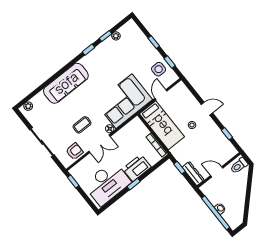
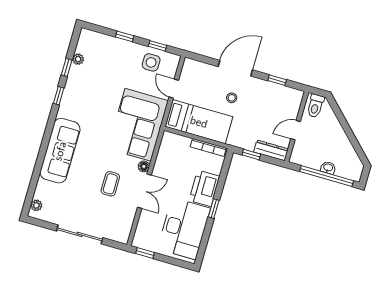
door: (207, 109) -> (235, 68), width x1.87
armchair: (74, 151) -> (123, 219), removed

